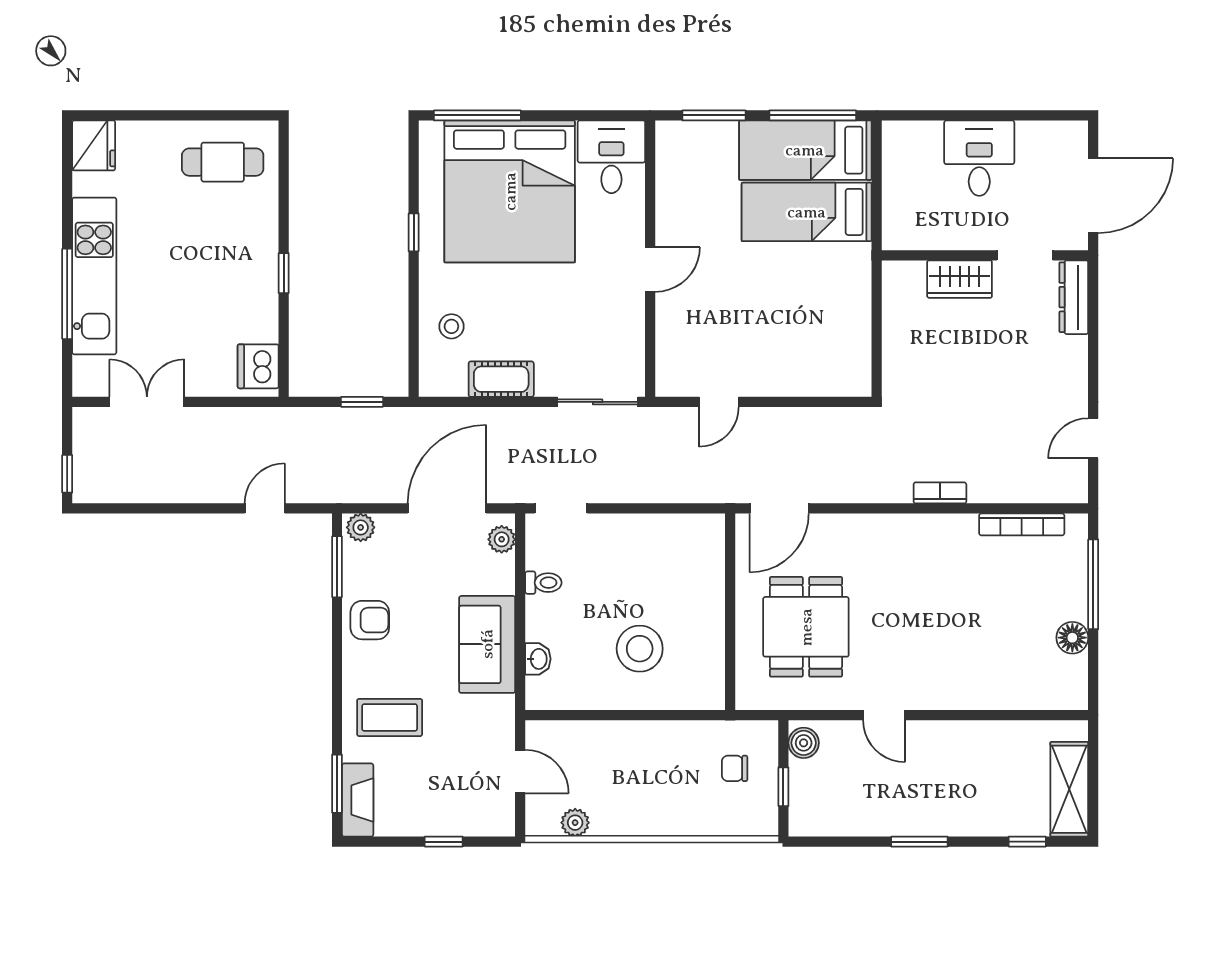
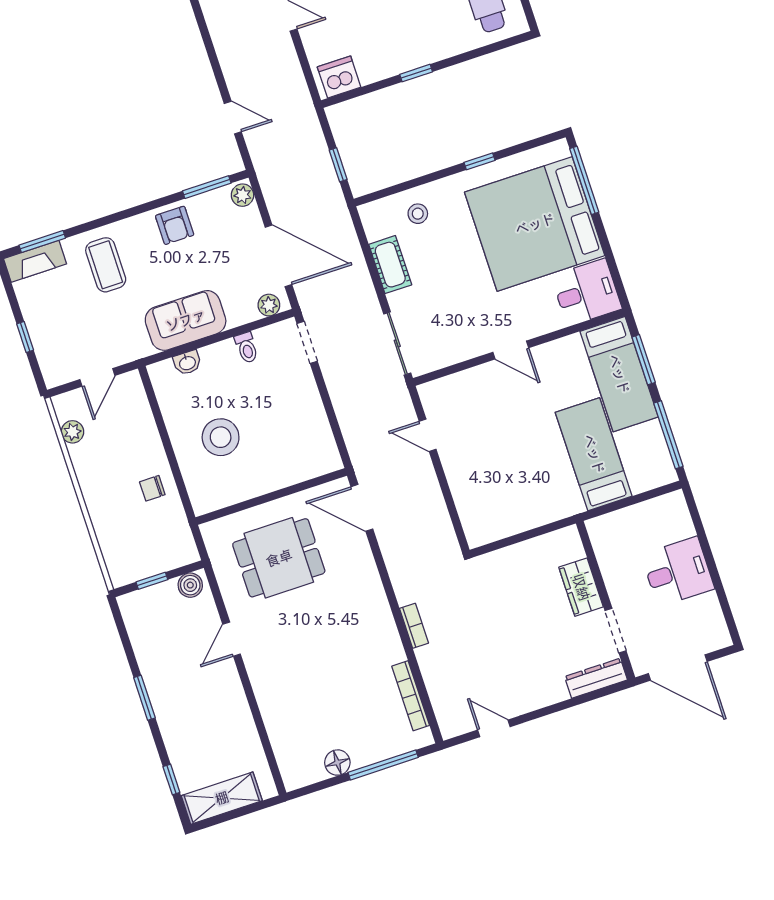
bed: (805, 150) -> (619, 374), moved, turned 180
chair: (735, 768) -> (152, 488), moved, turned -90

